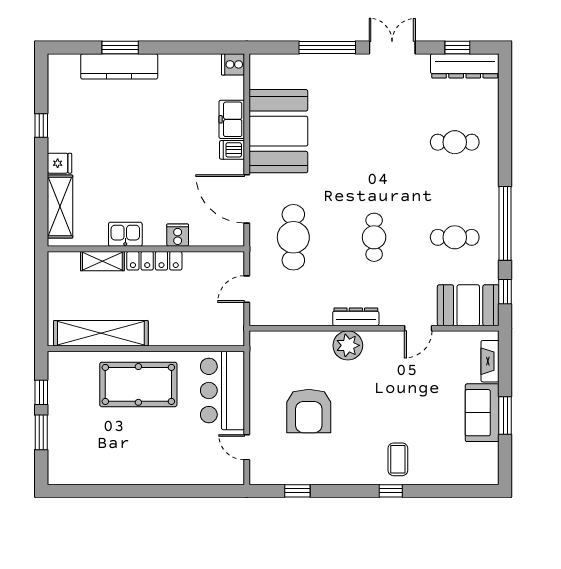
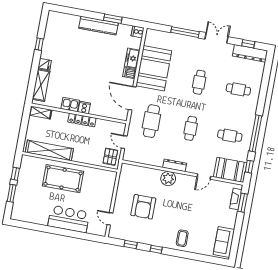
window: (120, 48) -> (113, 19), moved
kitchen counter: (119, 66) -> (98, 26), moved
cafe table: (374, 142) -> (199, 82), added
cooker: (178, 235) -> (84, 108), moved
shelving: (102, 261) -> (41, 112), moved
door: (247, 289) -> (124, 142), hinge flipped
pallet: (225, 323) -> (110, 157), added
bar counter: (222, 390) -> (69, 219), moved, turned 90
sofa: (482, 413) -> (224, 242), moved
window: (505, 415) -> (243, 203), moved
window: (391, 491) -> (156, 249), moved

